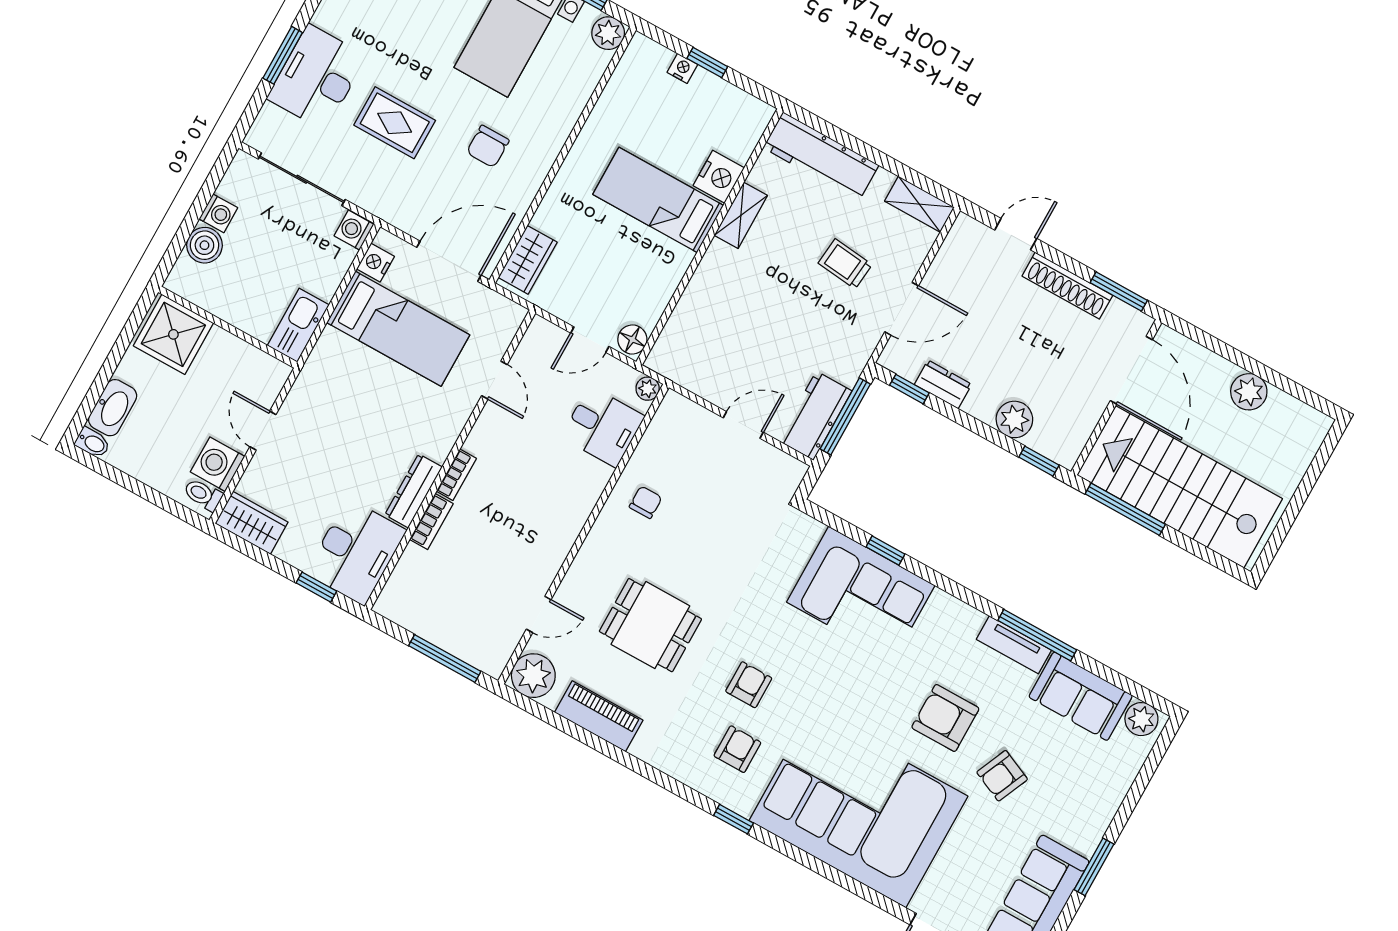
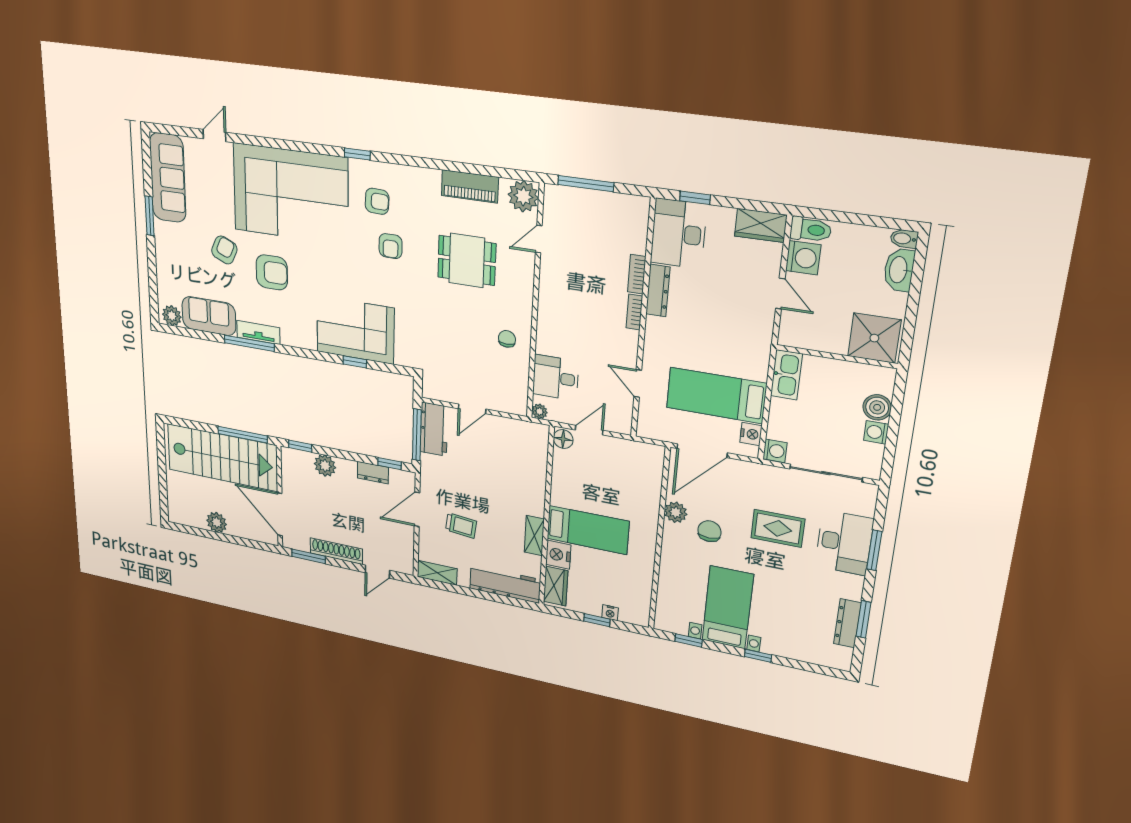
plant: (608, 33) -> (676, 512), moved
wardrobe: (528, 260) -> (556, 586), moved, turned 180
toilet: (203, 495) -> (811, 230), width x1.37, depth x1.39
chair: (646, 502) -> (507, 339), turned 180
armchair: (737, 749) -> (377, 201), turned -88

